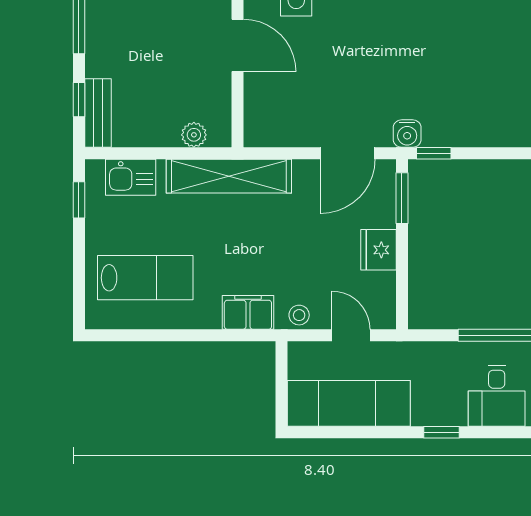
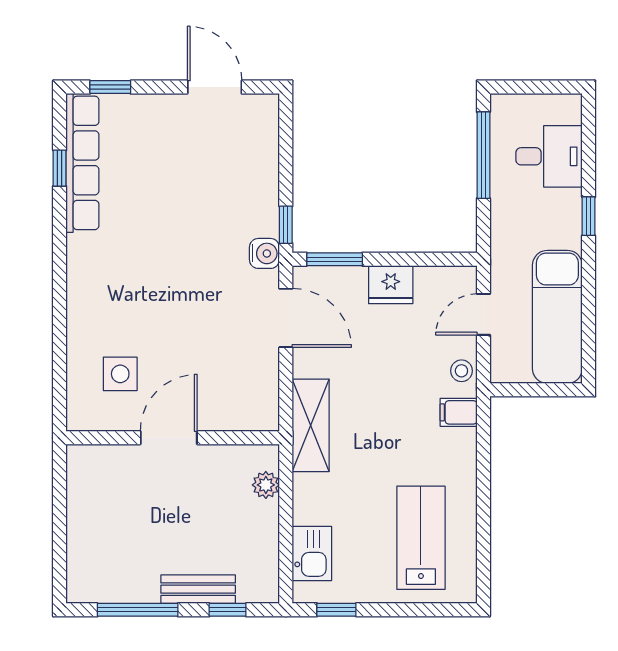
bench: (98, 113) -> (198, 589), moved
shelving: (229, 176) -> (311, 425), width x0.68
filing cabinet: (248, 312) -> (459, 412), width x0.50

